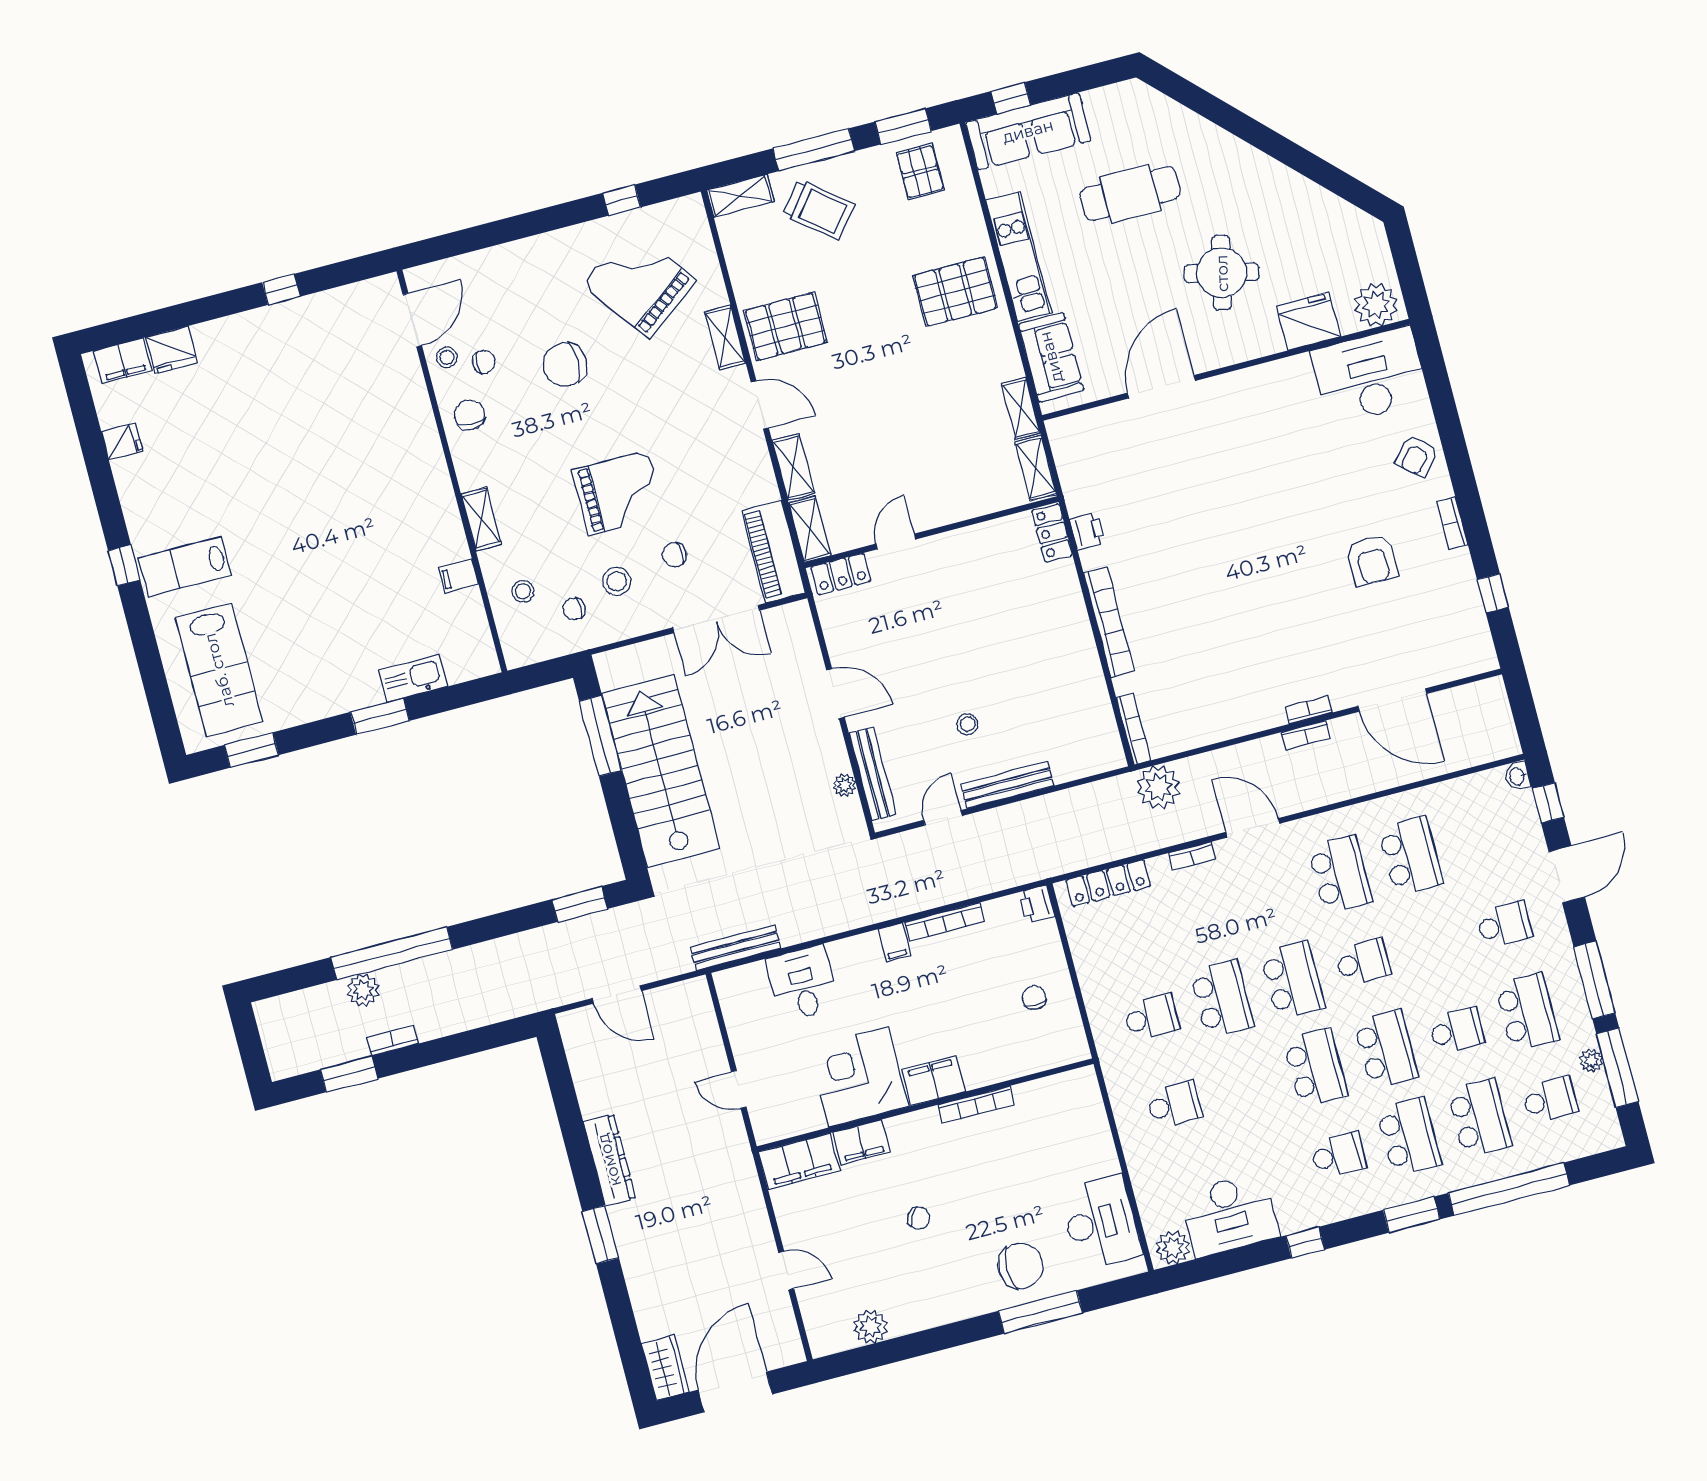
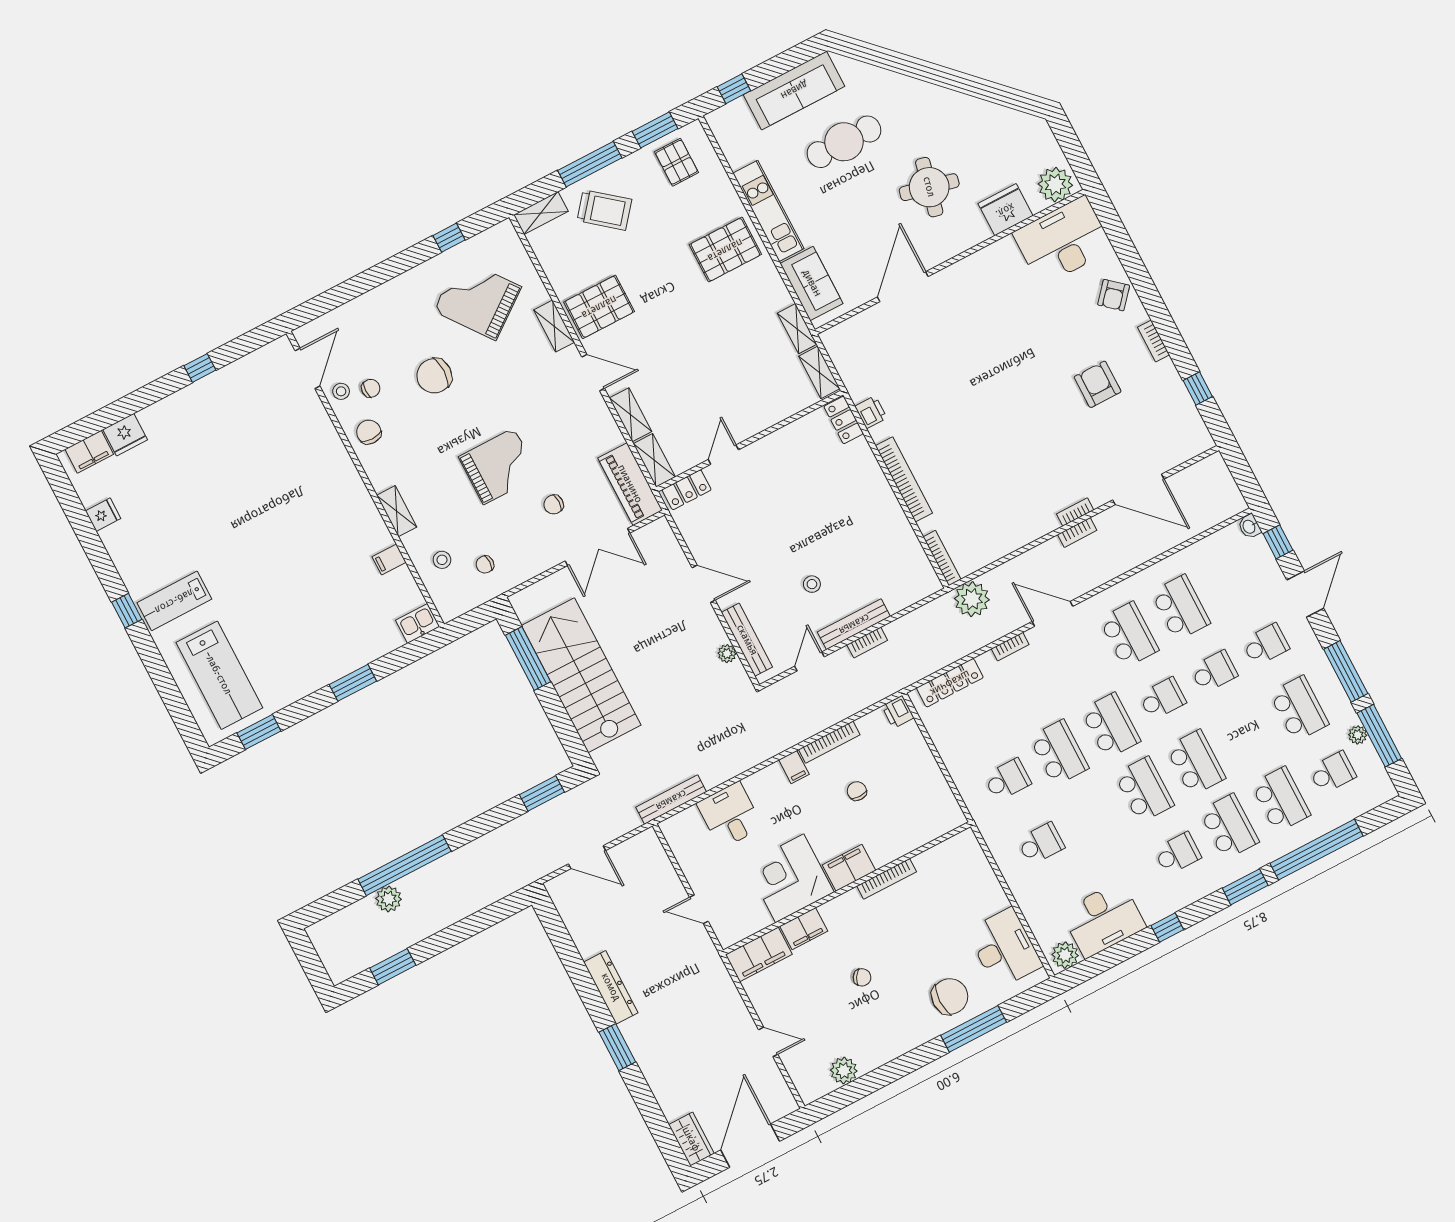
sofa: (1028, 131) -> (794, 90), moved
armchair: (1372, 560) -> (1098, 384), turned 180
stool: (617, 581) -> (513, 535), removed
kitchen sink: (413, 678) -> (418, 623), moved, width x0.73
chair: (1034, 998) -> (857, 791), moved
school desk: (1456, 1031) -> (1214, 672), moved
bookcase: (393, 1040) -> (867, 643), moved, turned 180

